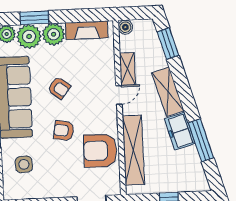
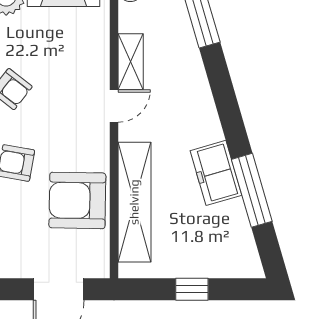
shelving: (168, 92) -> (199, 104), removed

